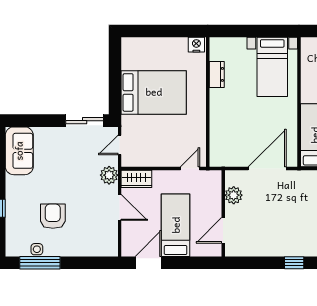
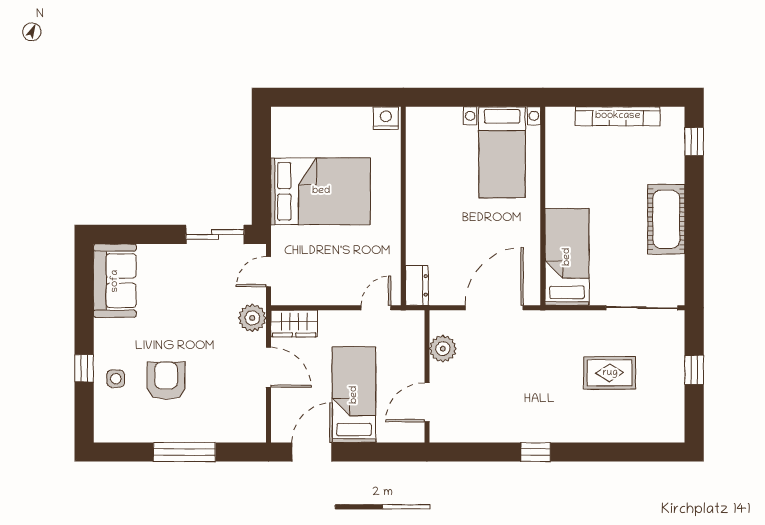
dresser: (217, 74) -> (417, 285), moved
side table: (37, 249) -> (116, 379), moved
window: (40, 263) -> (184, 452), moved

